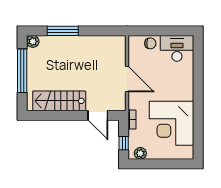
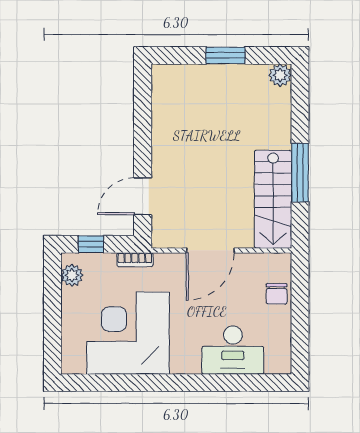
window: (63, 31) -> (300, 173), moved
desk: (177, 48) -> (233, 350), moved, turned 90
window: (22, 71) -> (226, 55), width x0.47
stairs: (59, 101) -> (273, 199), moved, turned 180

